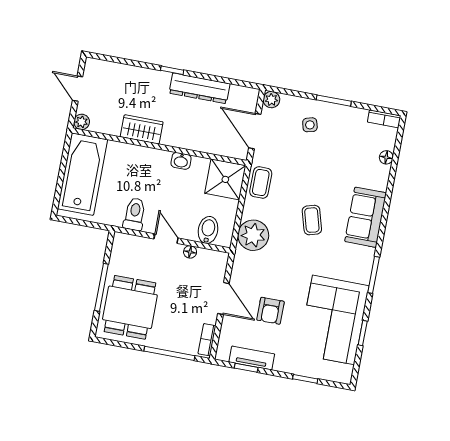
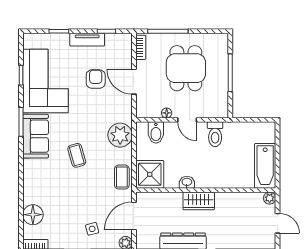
wardrobe: (142, 129) -> (199, 201), moved
door: (255, 131) -> (134, 216), swing flipped
floor lamp: (386, 157) -> (33, 215), width x1.89, depth x1.89
bathtub: (82, 174) -> (265, 166), width x0.73, depth x0.73
sofa: (366, 217) -> (36, 136), moved
dining table: (130, 307) -> (186, 68), moved
tv unit: (252, 358) -> (87, 40), moved

